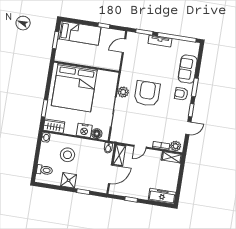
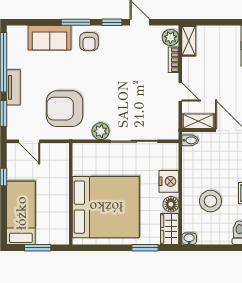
armchair: (147, 94) -> (64, 109), moved
floor lamp: (97, 134) -> (171, 204), moved

